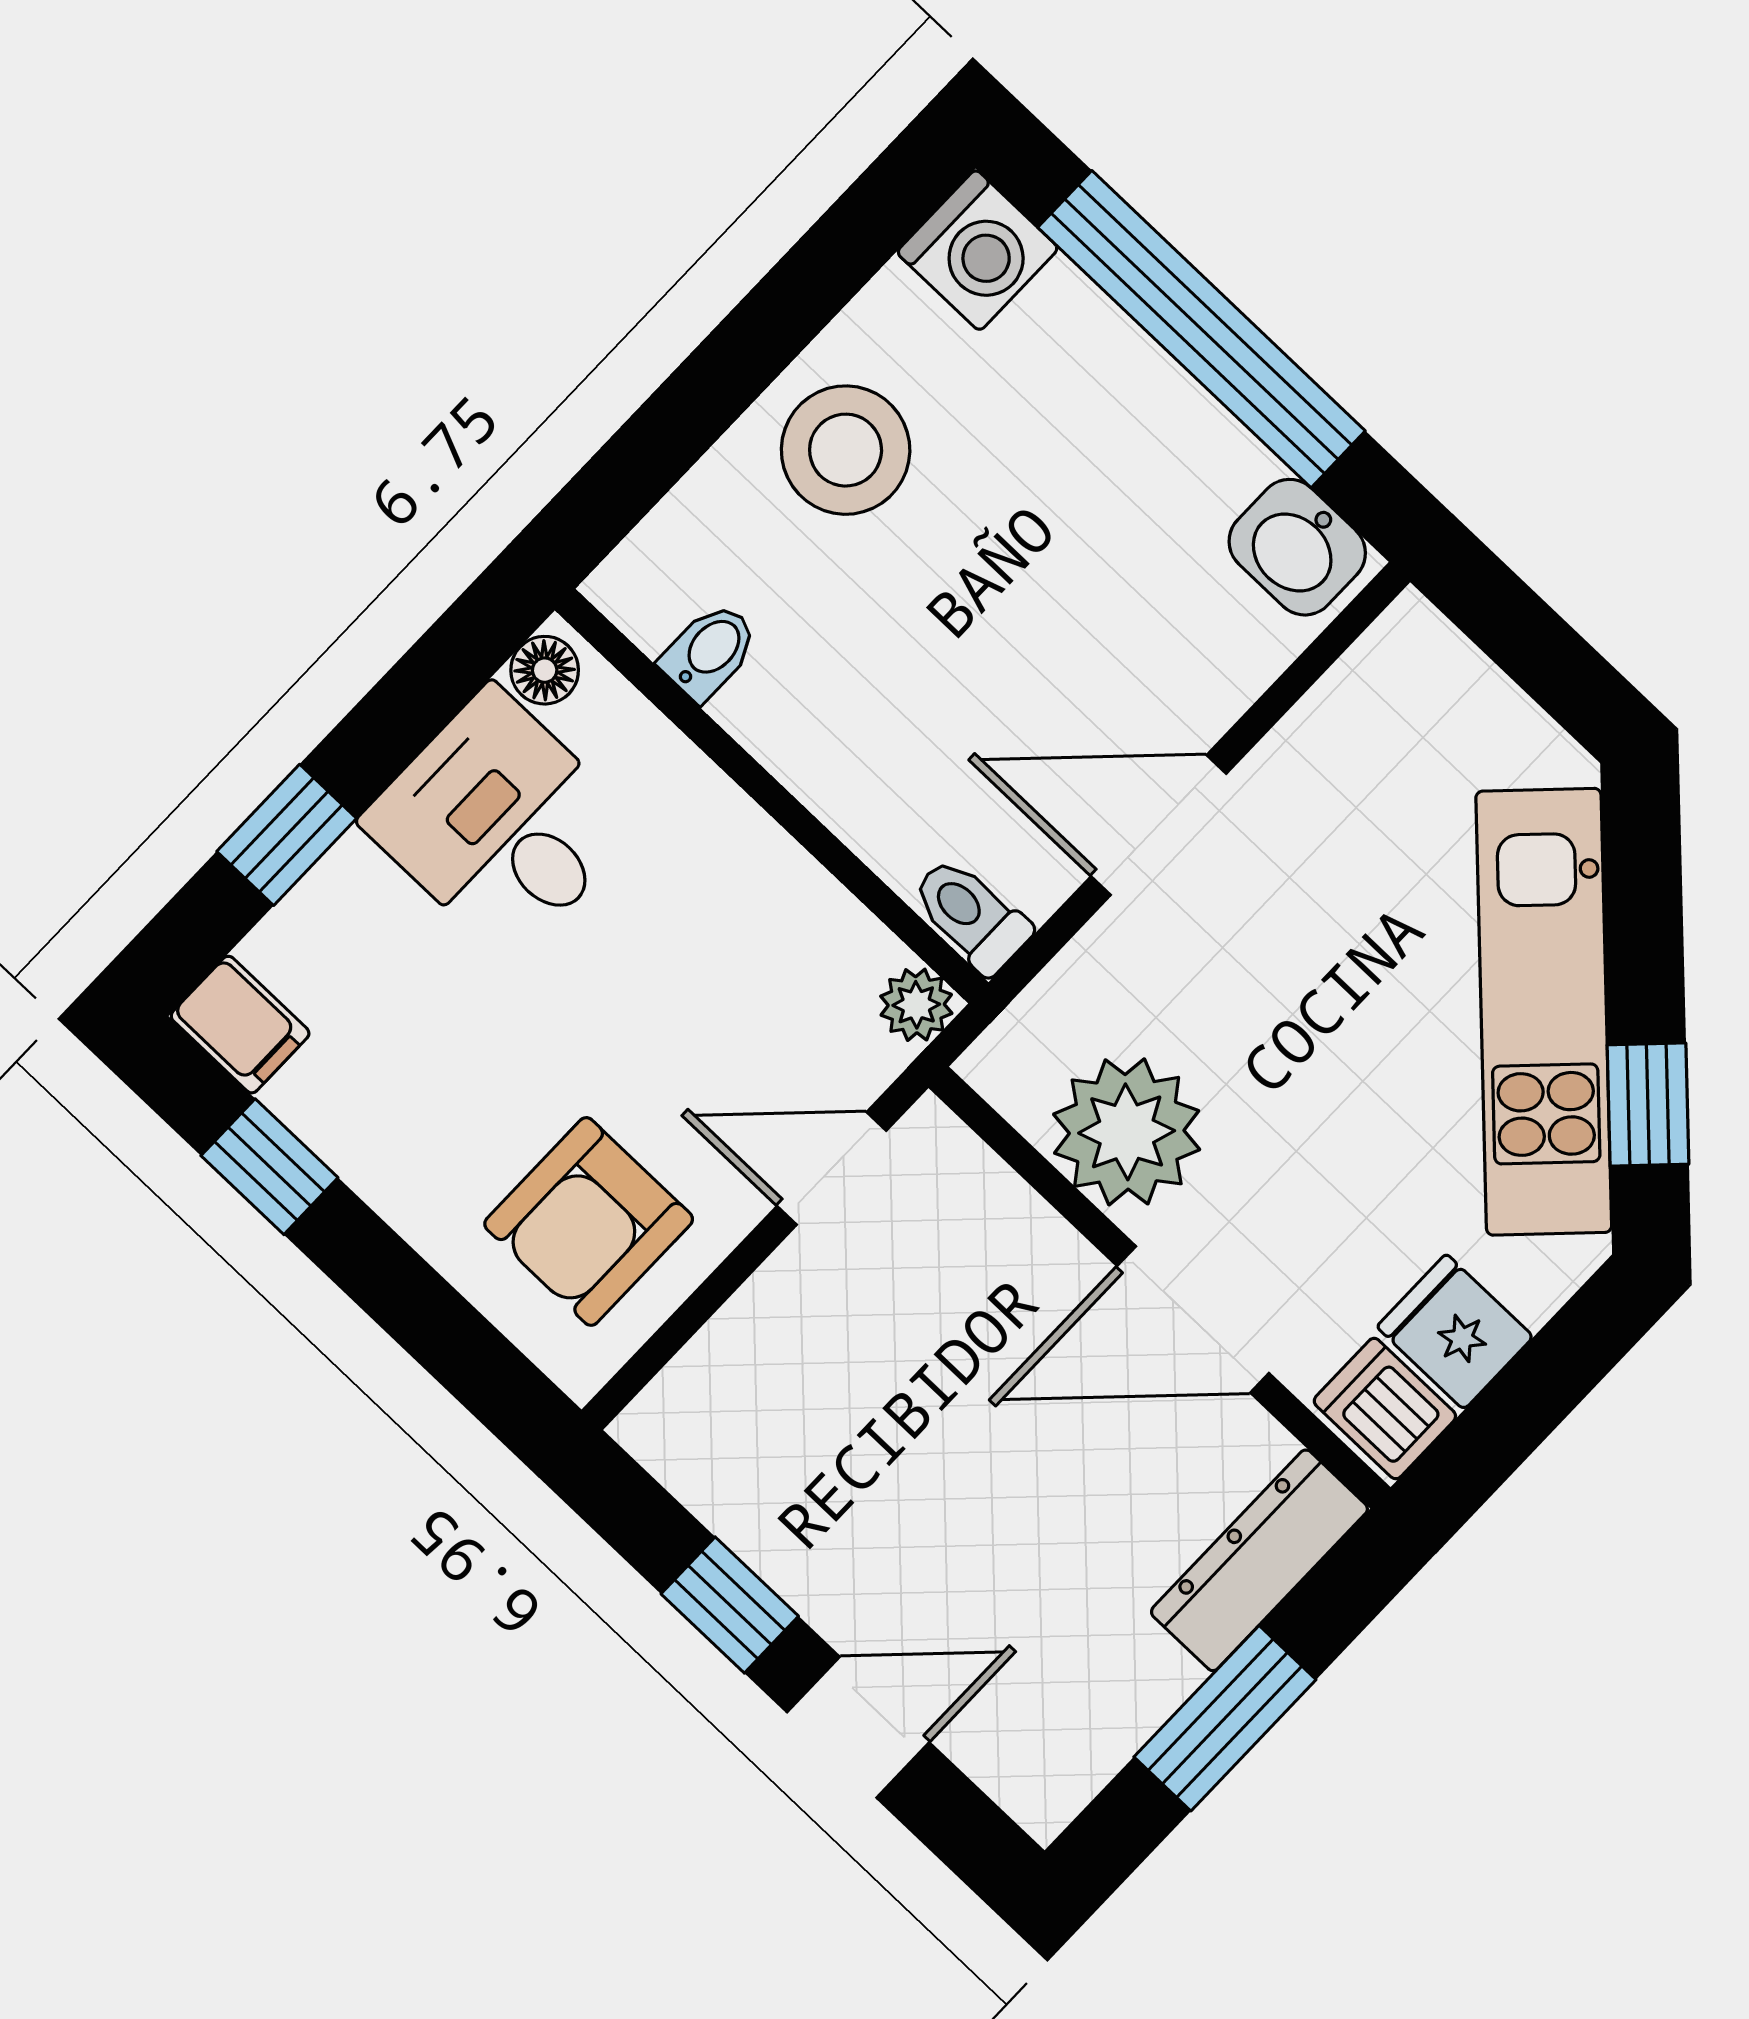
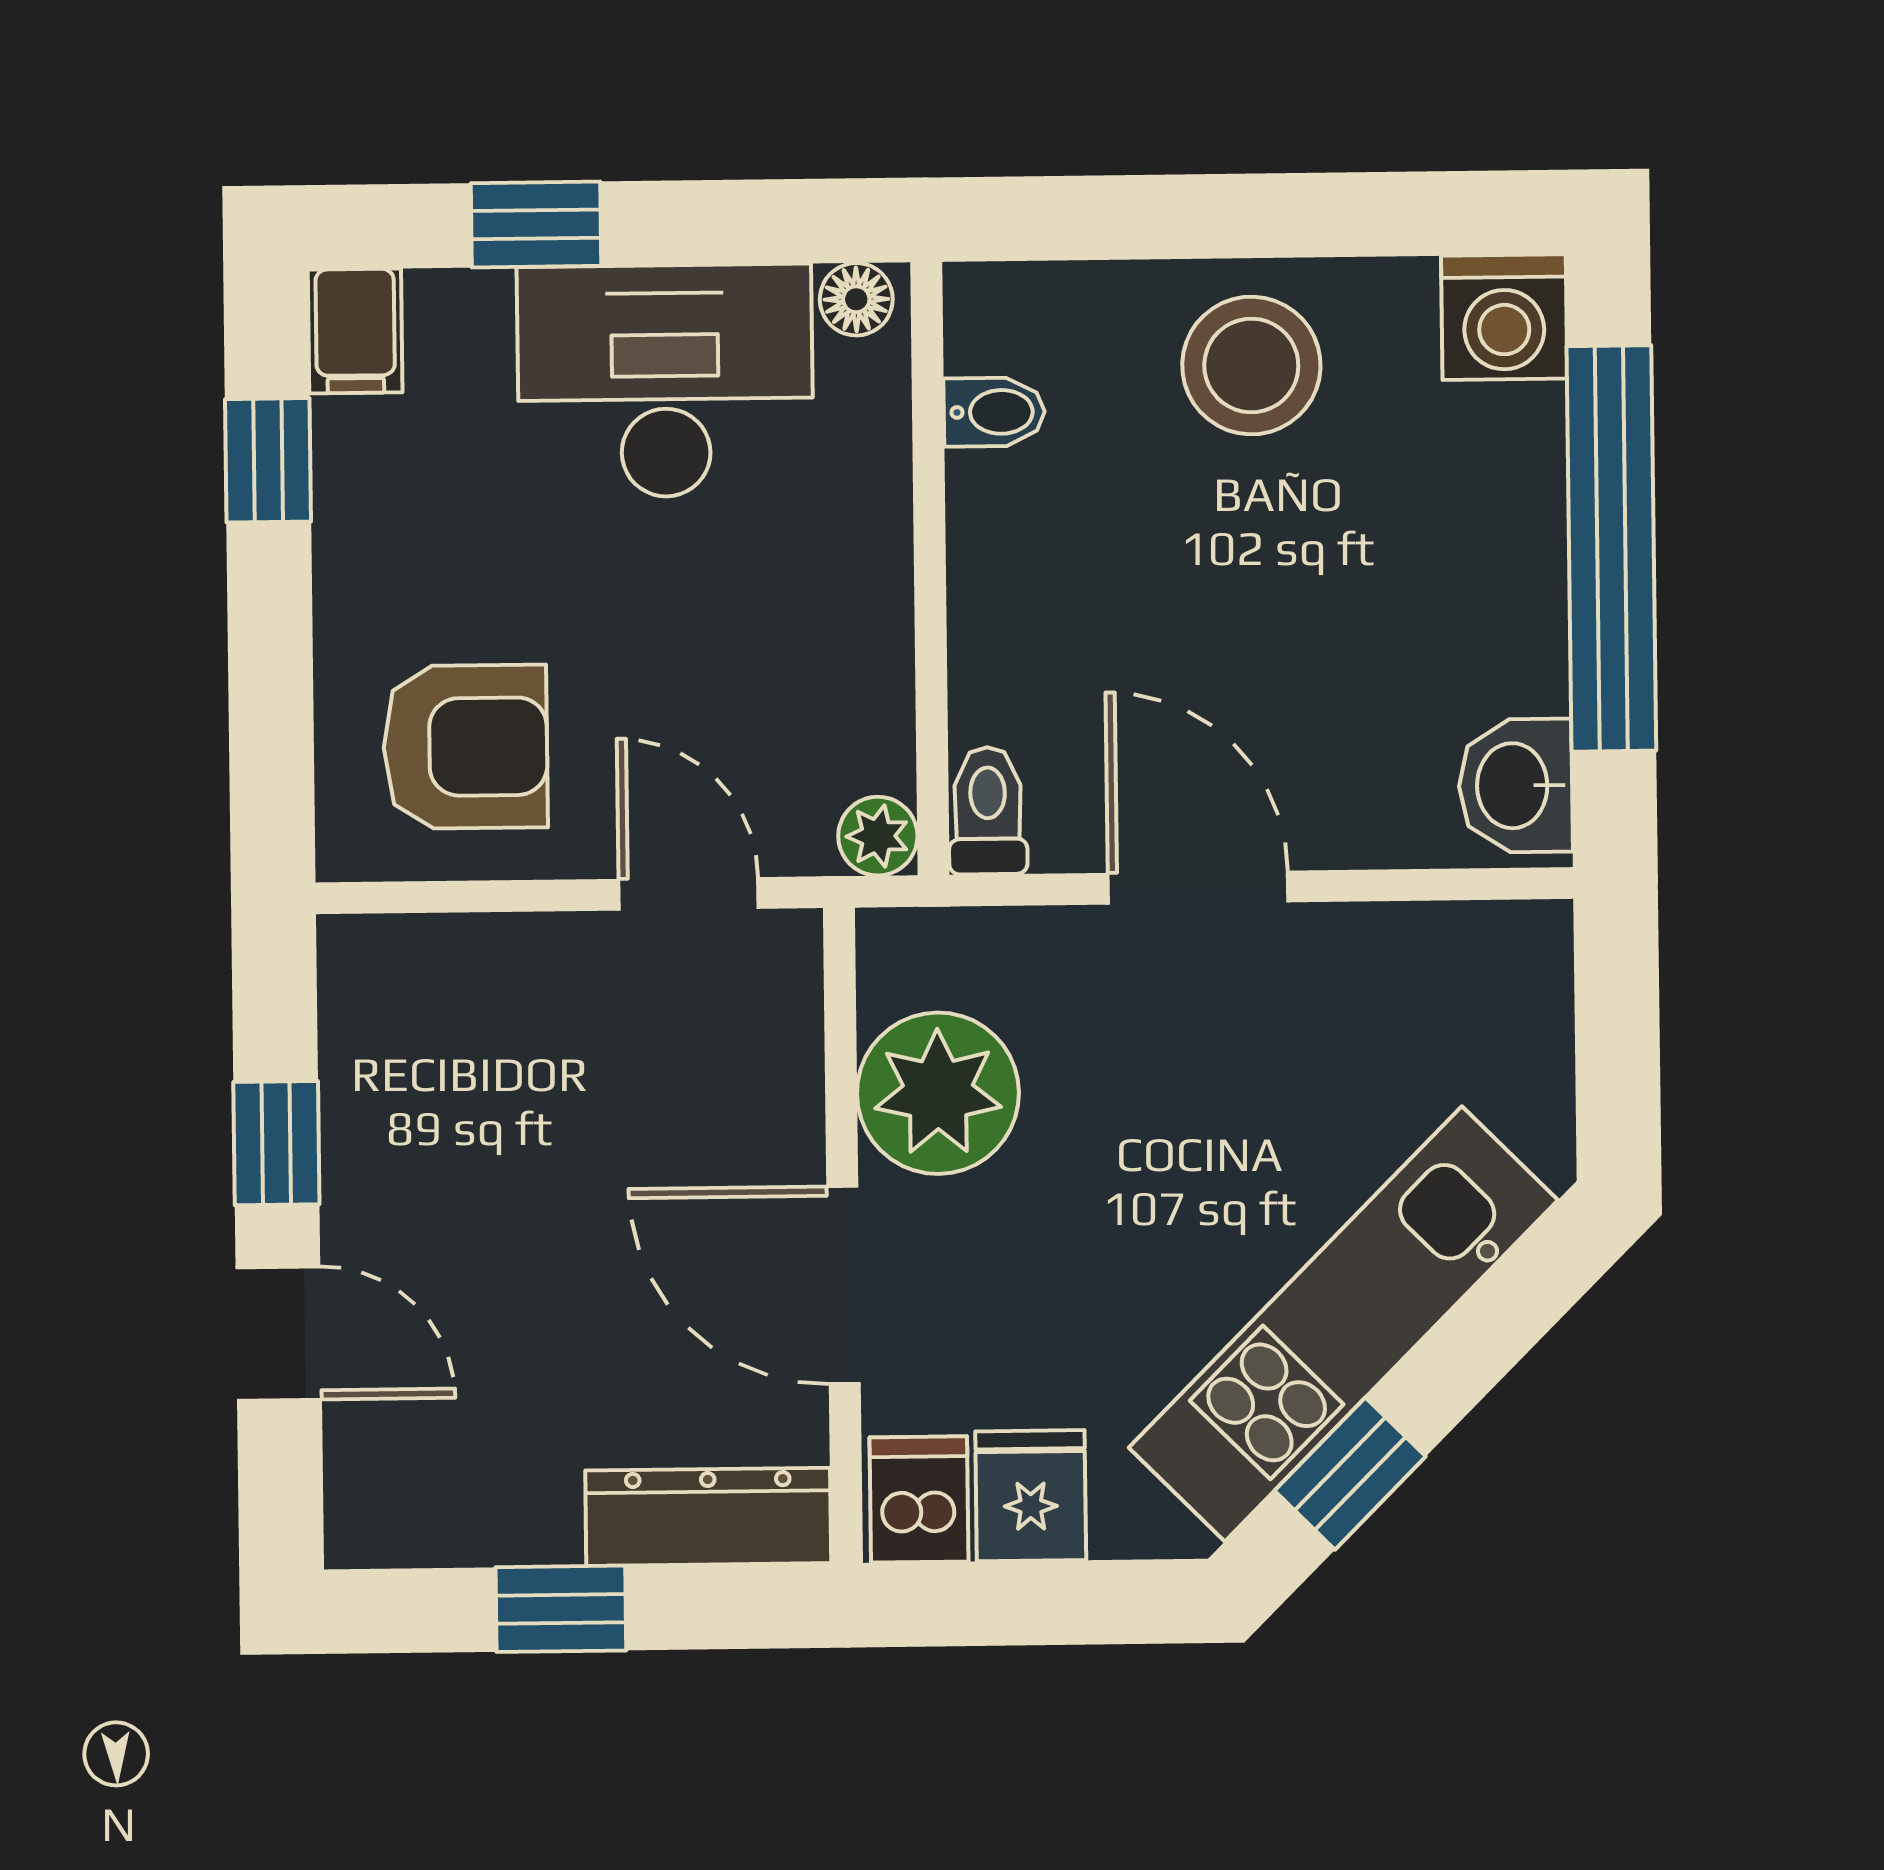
desk: (500, 824) -> (665, 381), width x1.37
armchair: (589, 1221) -> (465, 747), turned 180
window: (1225, 1718) -> (561, 1609), width x0.67

